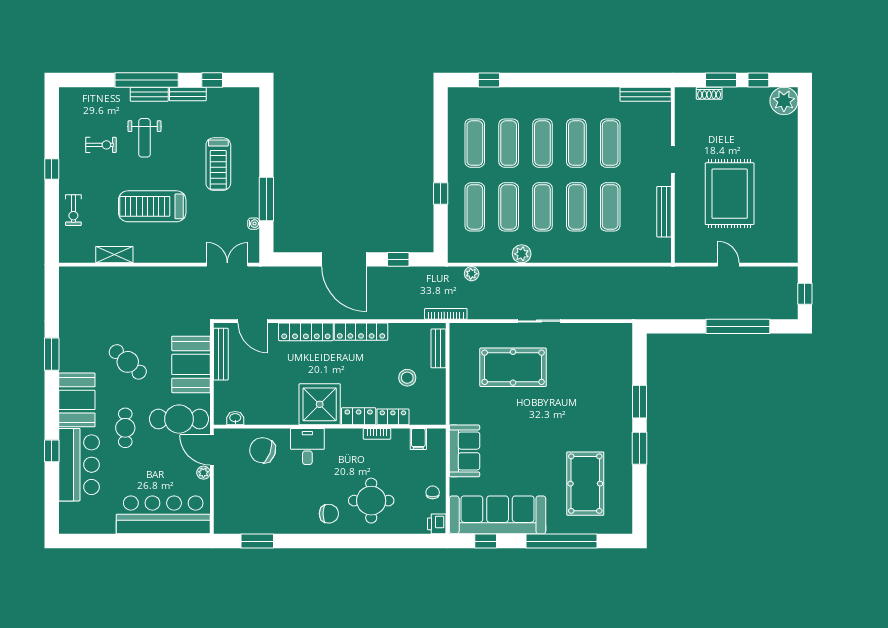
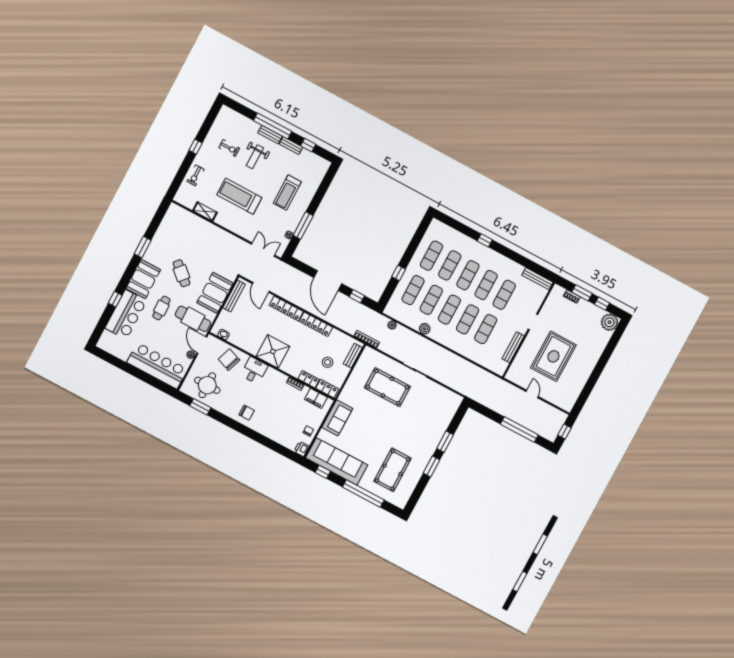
window: (489, 80) -> (485, 240), moved
locker: (359, 416) -> (327, 389), moved
filing cabinet: (418, 439) -> (316, 398), width x2.00
round table: (371, 501) -> (207, 385), moved

